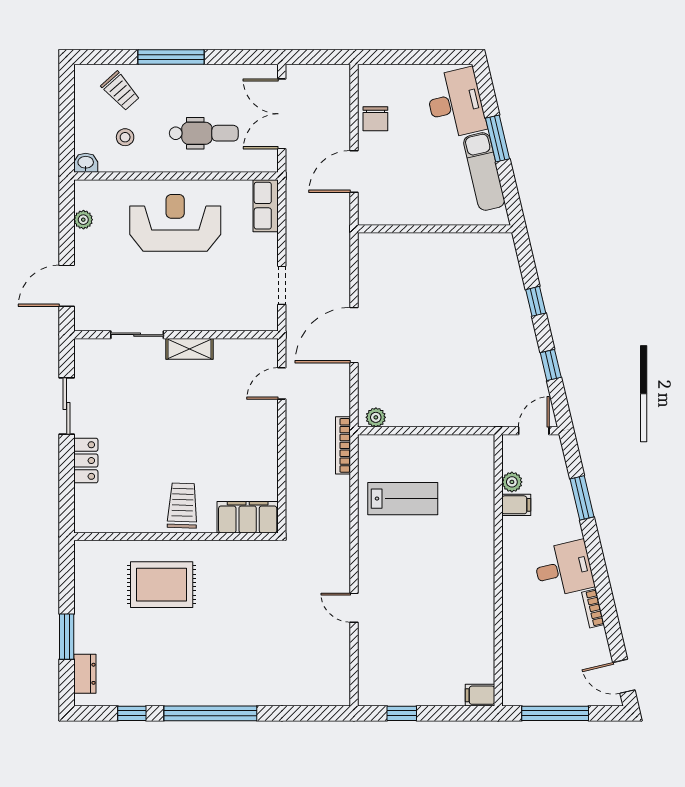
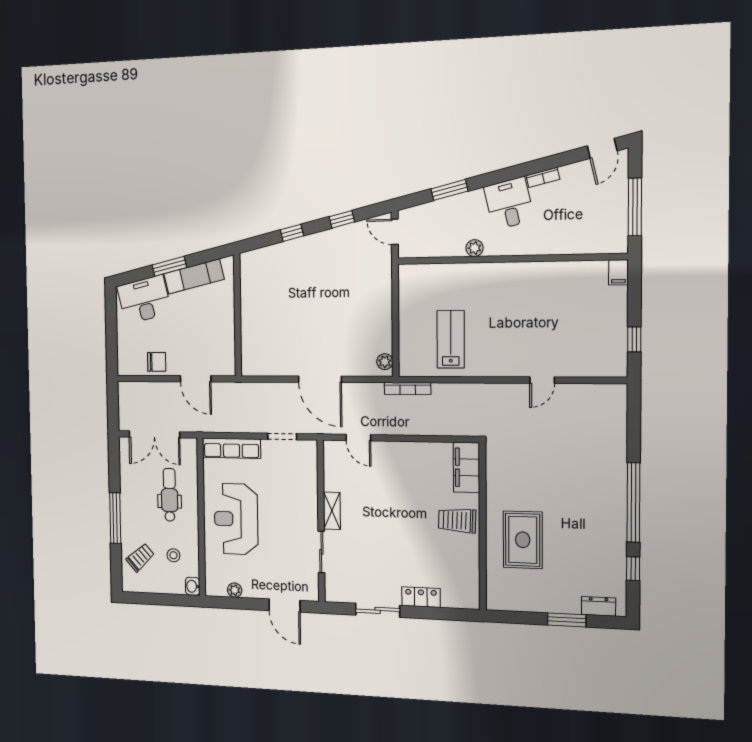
row of seats: (266, 206) -> (231, 448), width x1.48
plant: (512, 482) -> (475, 248), moved
filing cabinet: (516, 505) -> (455, 245), removed

